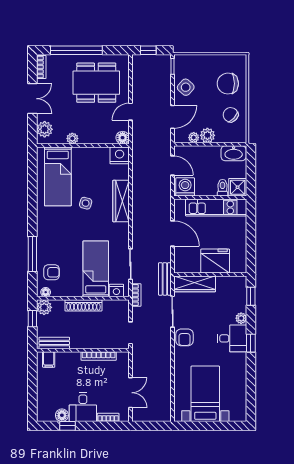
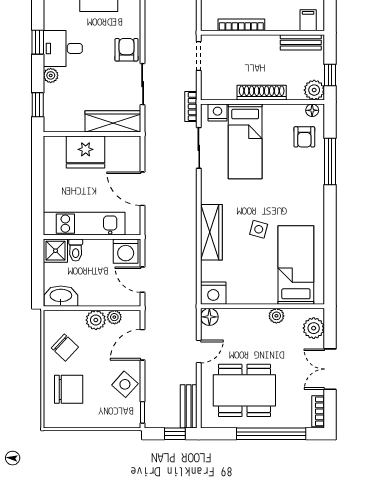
armchair: (52, 272) -> (304, 137), turned -90
bench: (165, 279) -> (189, 406), moved

